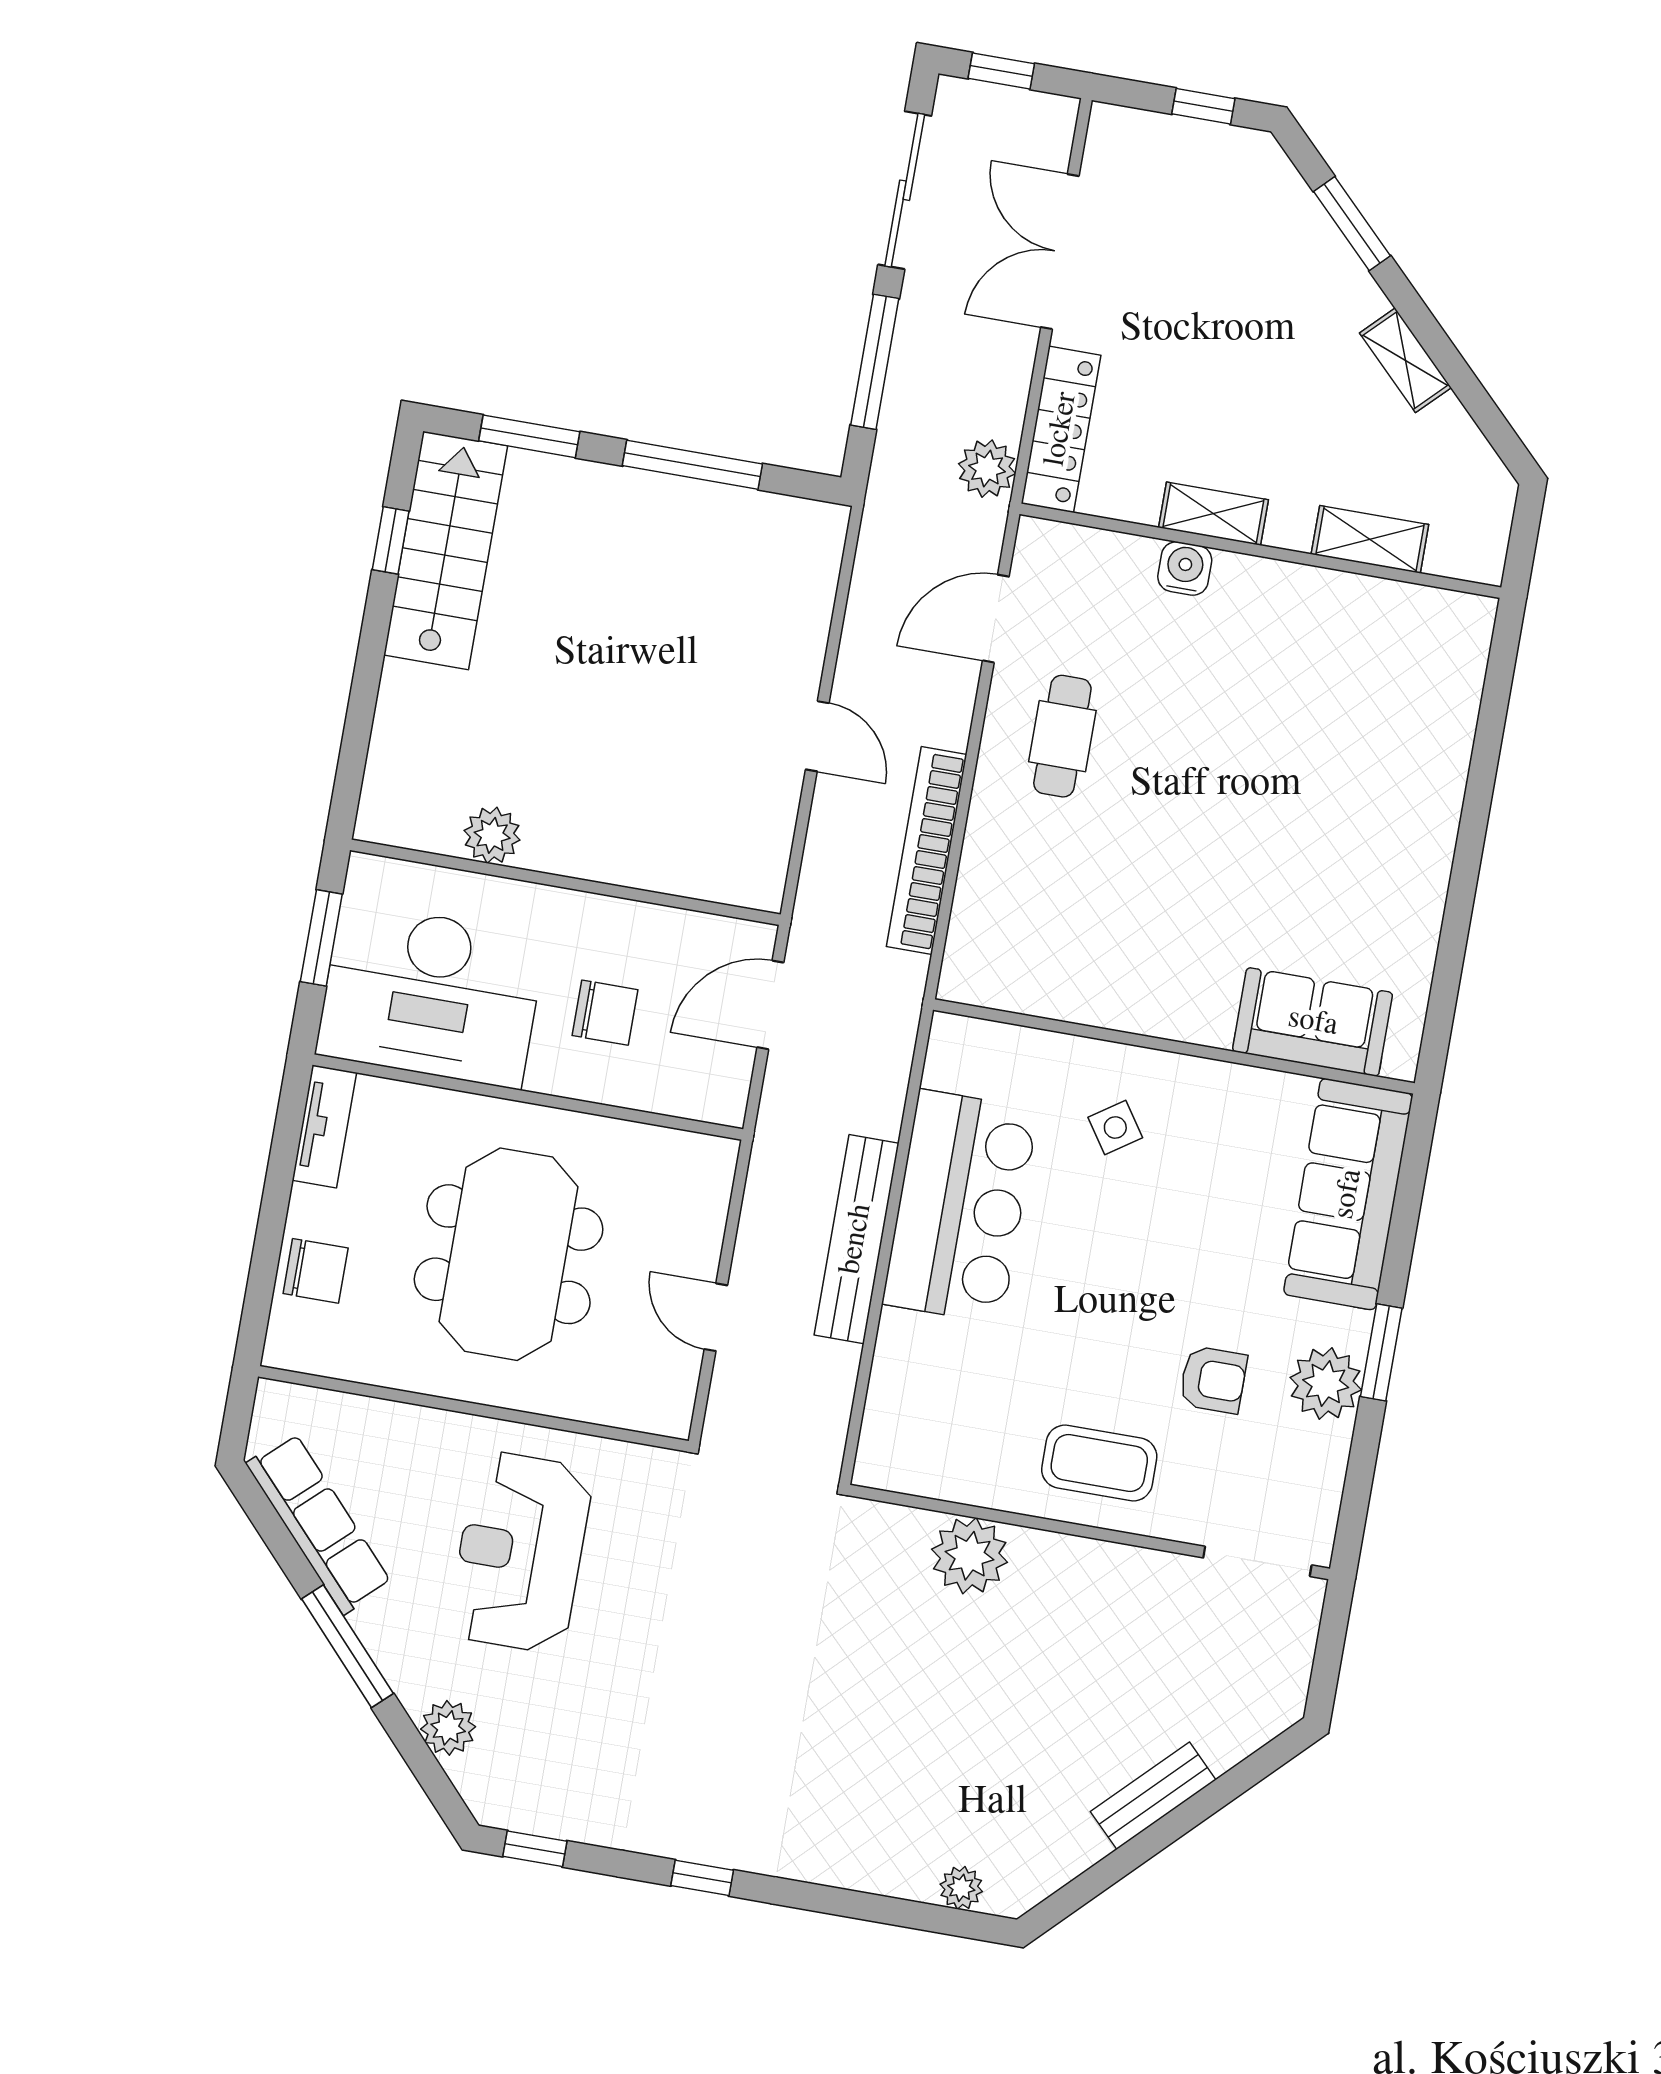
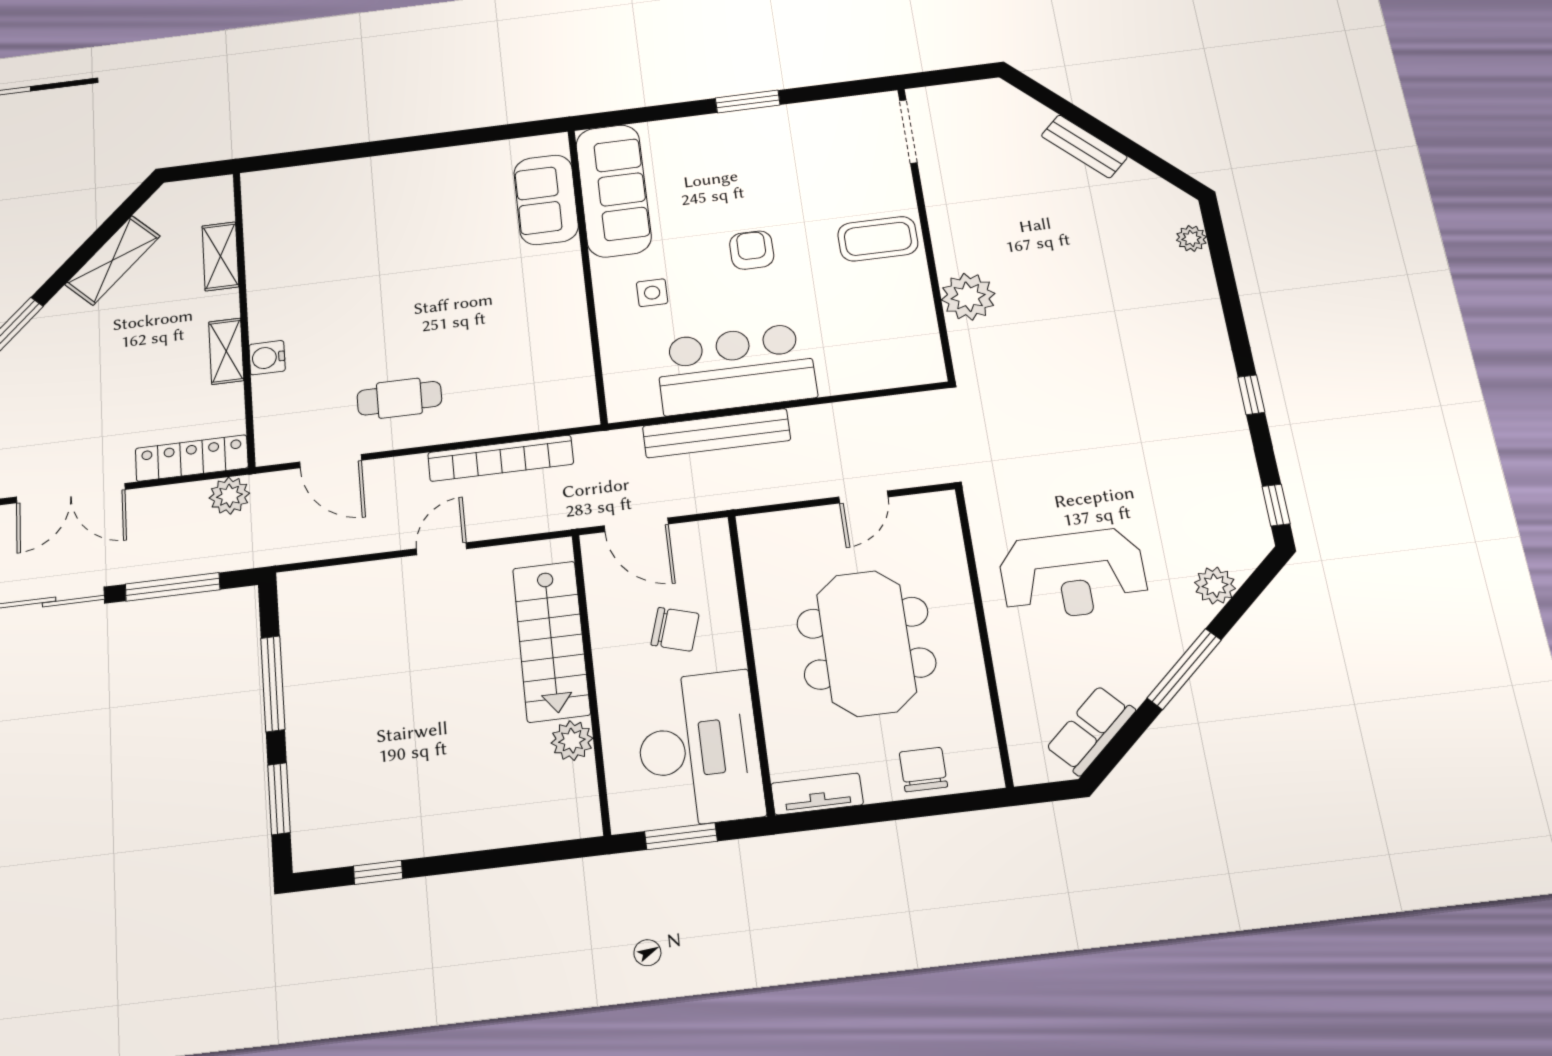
shelving: (1405, 360) -> (113, 260), width x1.50, depth x1.33
stairs: (446, 550) -> (551, 641), moved, turned -90
chair: (605, 1013) -> (675, 629), turned 107
side table: (1115, 1127) -> (652, 293), turned 34
sofa: (1348, 1194) -> (613, 190), moved, turned -90
bench: (856, 1239) -> (716, 433), moved
meeting table: (509, 1254) -> (866, 643), turned 90
armchair: (1213, 1380) -> (752, 250), moved
plant: (1326, 1384) -> (779, 126), removed
coffee table: (1099, 1463) -> (878, 239), turned 90
row of seats: (319, 1523) -> (1091, 730), width x0.68

